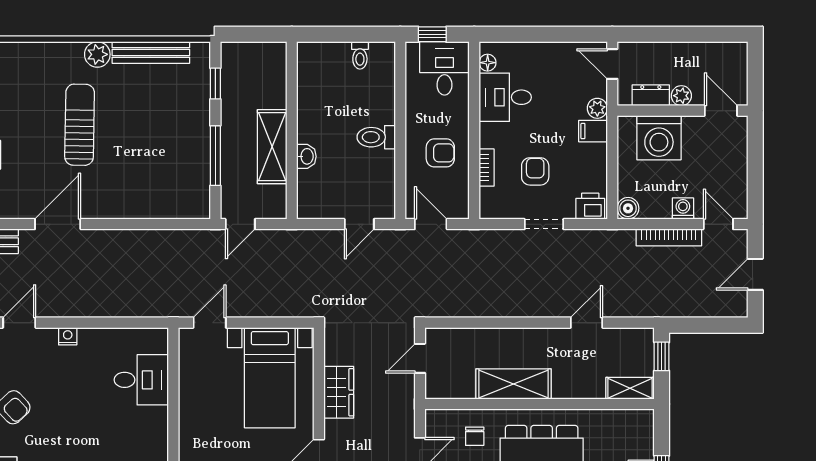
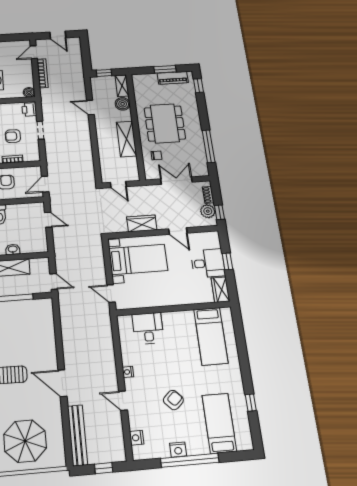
washing machine: (683, 209) -> (27, 68), removed
boiler: (590, 385) -> (123, 104), added

